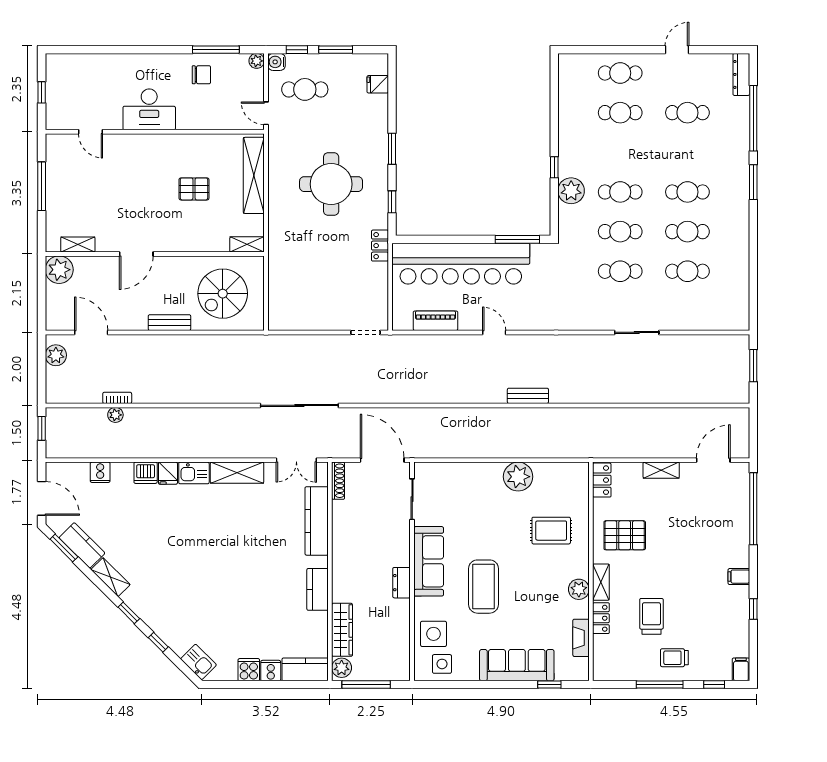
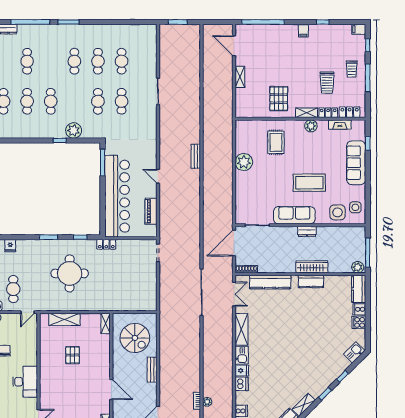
shelving: (254, 175) -> (64, 319), width x0.68
cafe table: (620, 192) -> (51, 101), moved
door: (494, 332) -> (158, 176), hinge flipped
locker: (602, 480) -> (350, 112), moved
trolley: (651, 616) -> (327, 83), turned -90
wardrobe: (342, 630) -> (312, 267), moved

